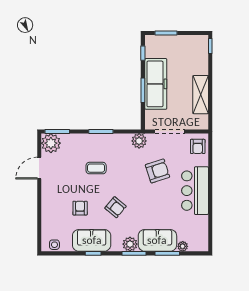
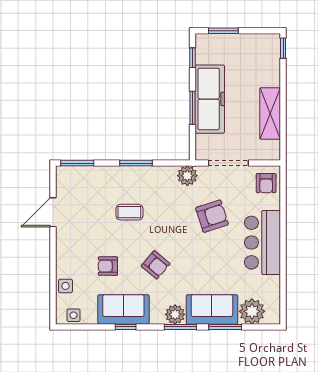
plant: (51, 143) -> (69, 179), removed
armchair: (80, 208) -> (108, 266), turned -90
side table: (48, 223) -> (65, 286), added
plant: (183, 246) -> (252, 311), width x1.88, depth x1.88

